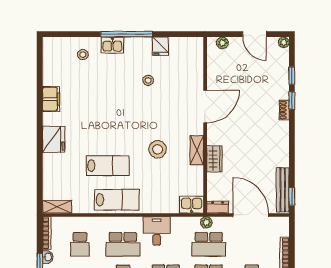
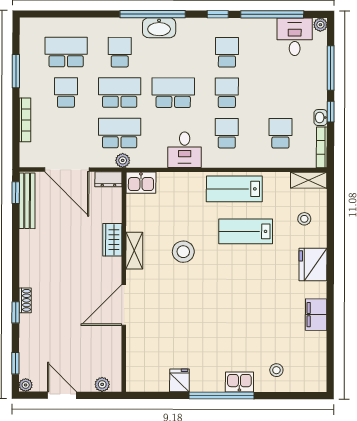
window: (292, 76) -> (15, 363), moved
stool: (148, 80) -> (304, 219), moved
school desk: (123, 244) -> (227, 133), width x0.54

